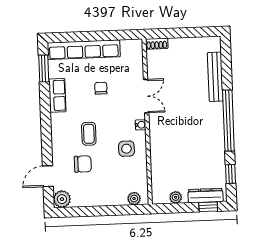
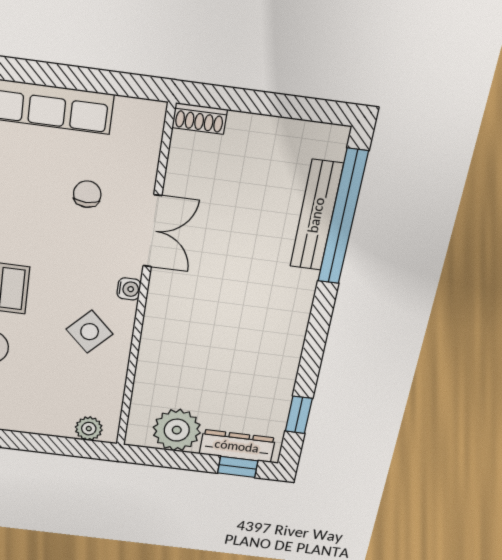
chair: (101, 88) -> (87, 194), moved
window: (228, 120) -> (343, 217), moved
side table: (126, 149) -> (90, 332), turned 45
plant: (176, 197) -> (177, 430), width x1.87, depth x1.87

